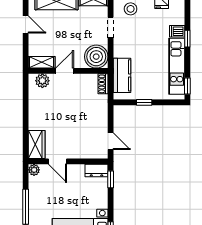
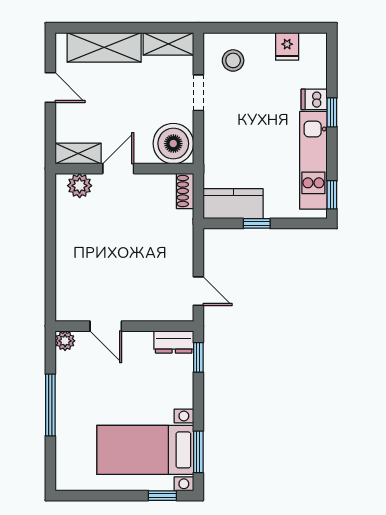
kitchen counter: (122, 75) -> (233, 204), moved, turned -90
wardrobe: (37, 145) -> (69, 297), removed

